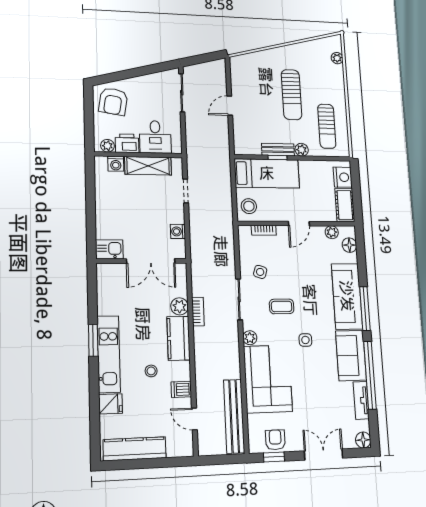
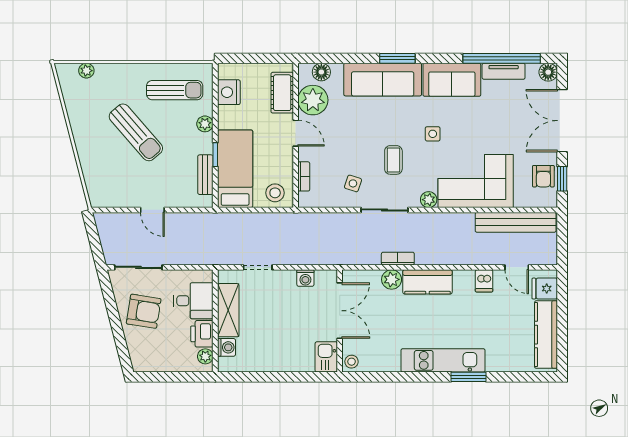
sun lounger: (291, 95) -> (136, 132), turned 49
armchair: (113, 101) -> (144, 311), moved
bench: (278, 150) -> (205, 175), moved
nightstand: (343, 177) -> (229, 92), moved, turned -90
cot: (345, 205) -> (282, 93), moved, turned 90
plant: (332, 232) -> (313, 100), width x1.88, depth x1.88
window: (365, 309) -> (397, 58), width x0.69
window: (93, 340) -> (468, 377), moved
stool: (151, 371) -> (352, 362), moved
window: (370, 375) -> (502, 58), moved
fridge: (110, 404) -> (545, 289), moved, turned -90
door: (194, 419) -> (517, 267), hinge flipped
armchair: (275, 440) -> (543, 176), turned -90
double door: (324, 454) -> (562, 121), width x1.37

